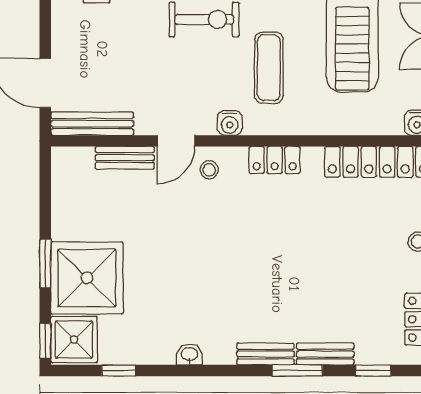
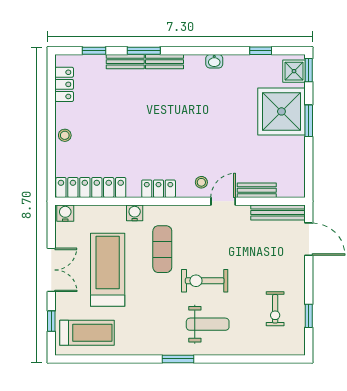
water cooler: (230, 123) -> (135, 213), moved
shower: (74, 339) -> (294, 71), width x0.73, depth x0.73

